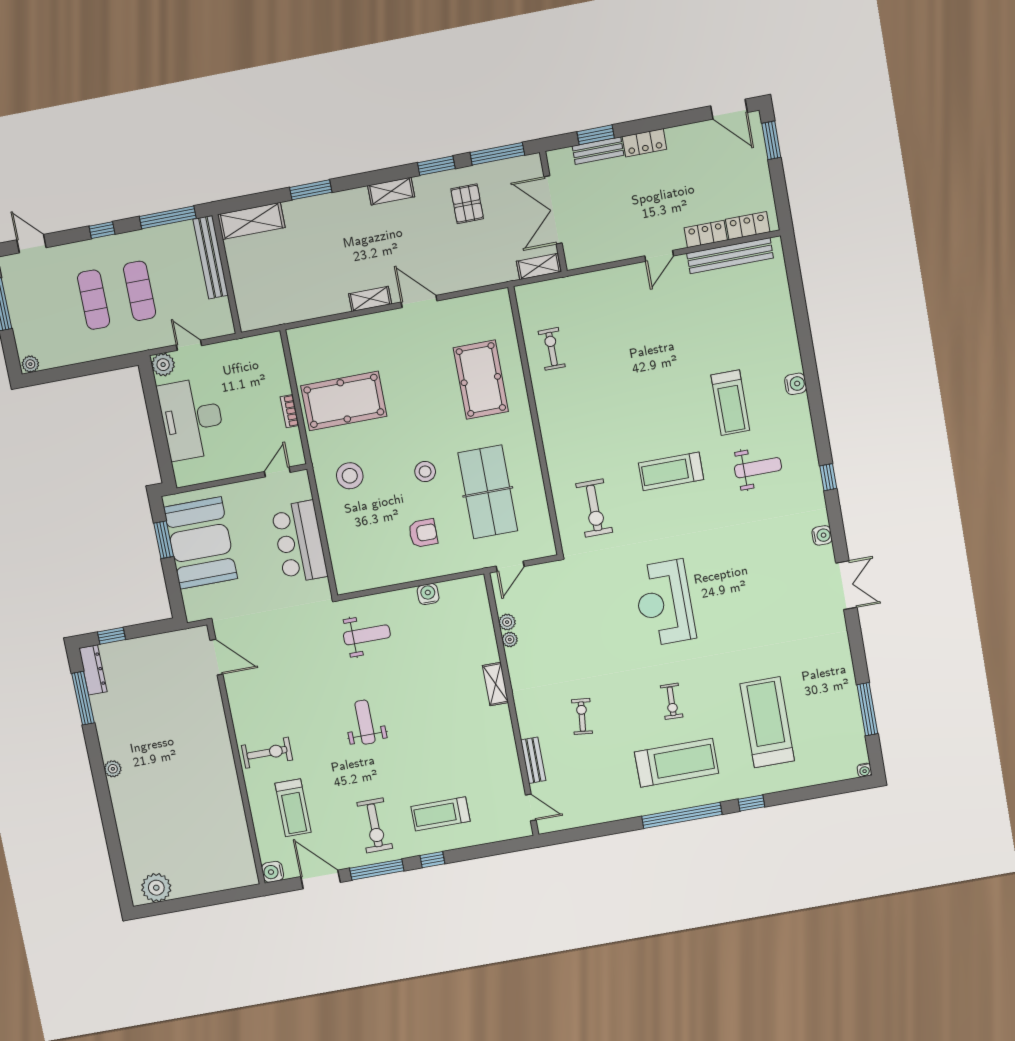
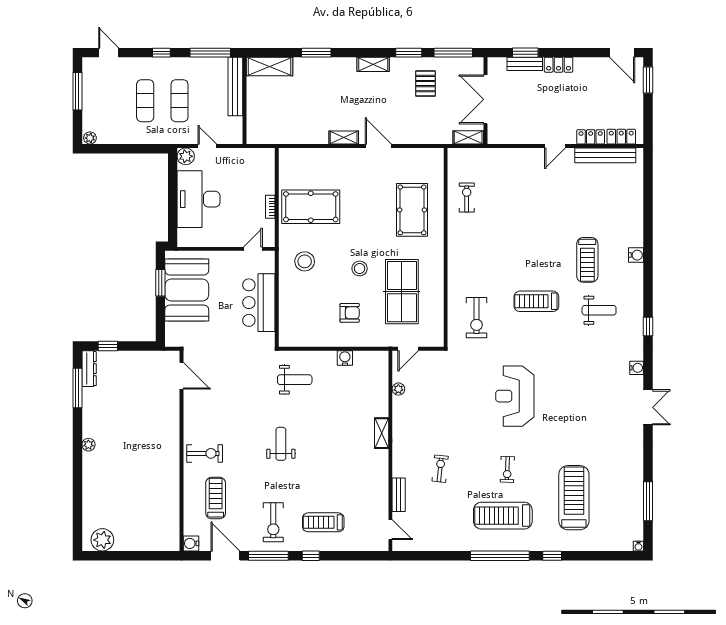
plant: (510, 639) -> (398, 402), removed
treadmill: (676, 763) -> (503, 516), turned 180
treadmill: (293, 808) -> (216, 498), turned 180

